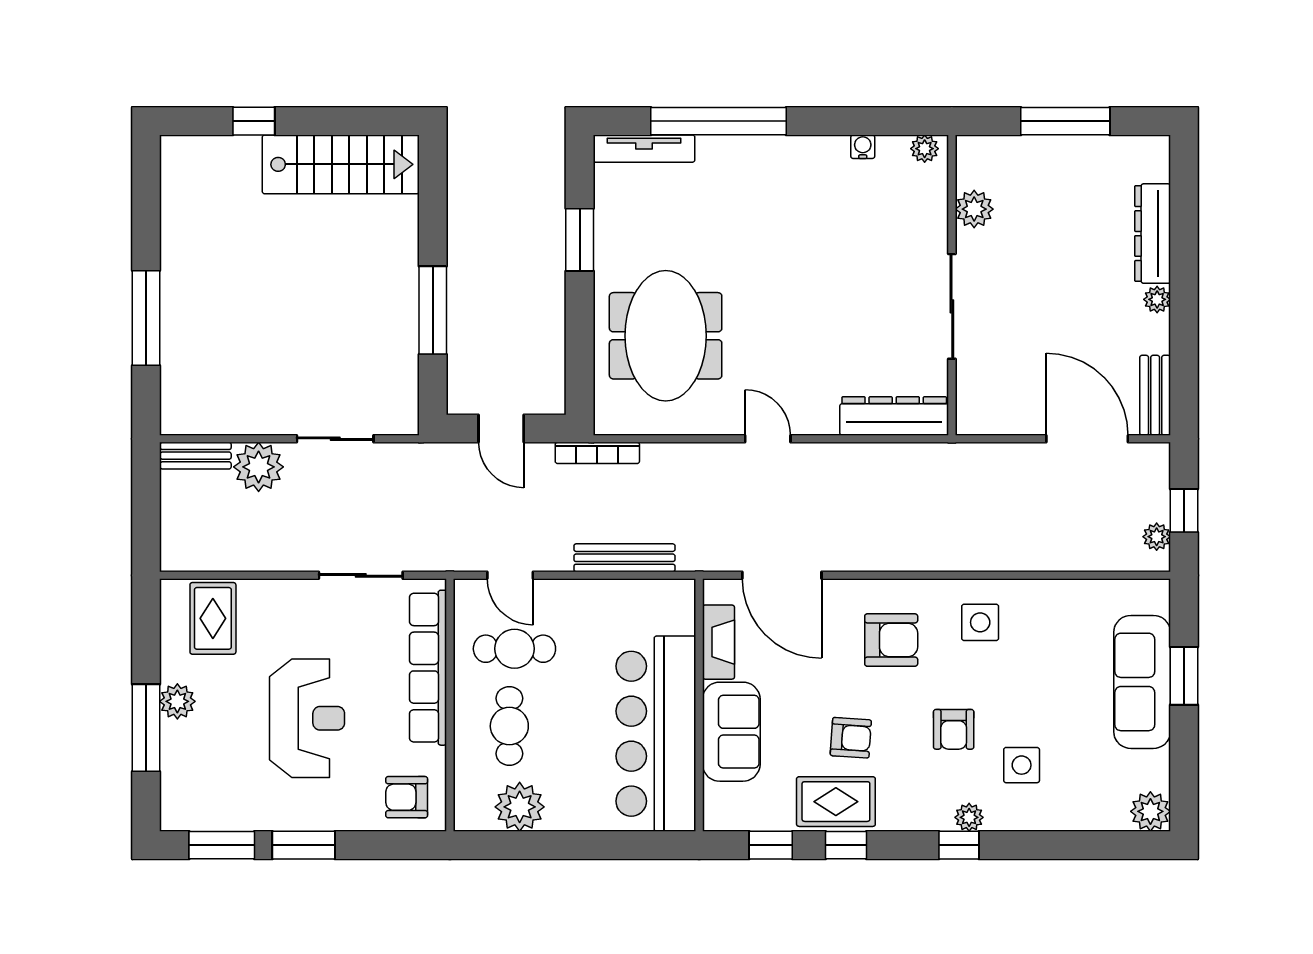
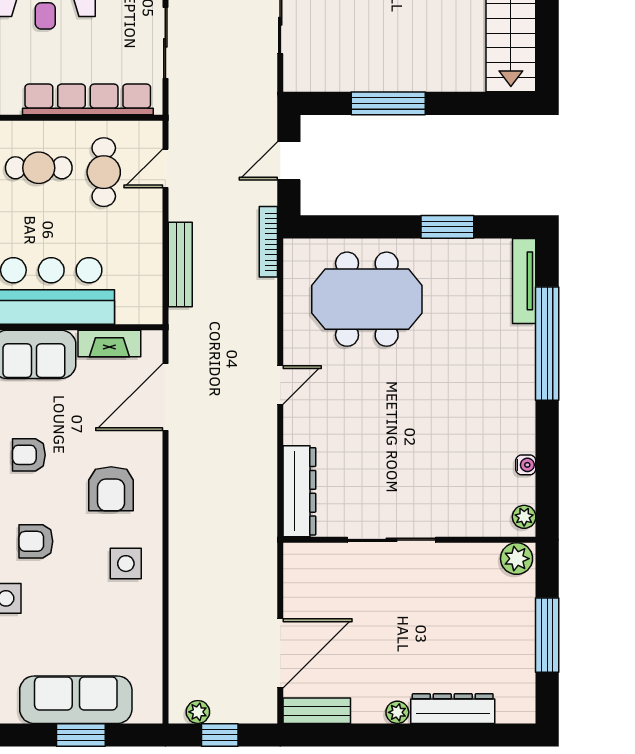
plant: (974, 209) -> (517, 559), moved
armchair: (851, 738) -> (29, 455), turned 86

